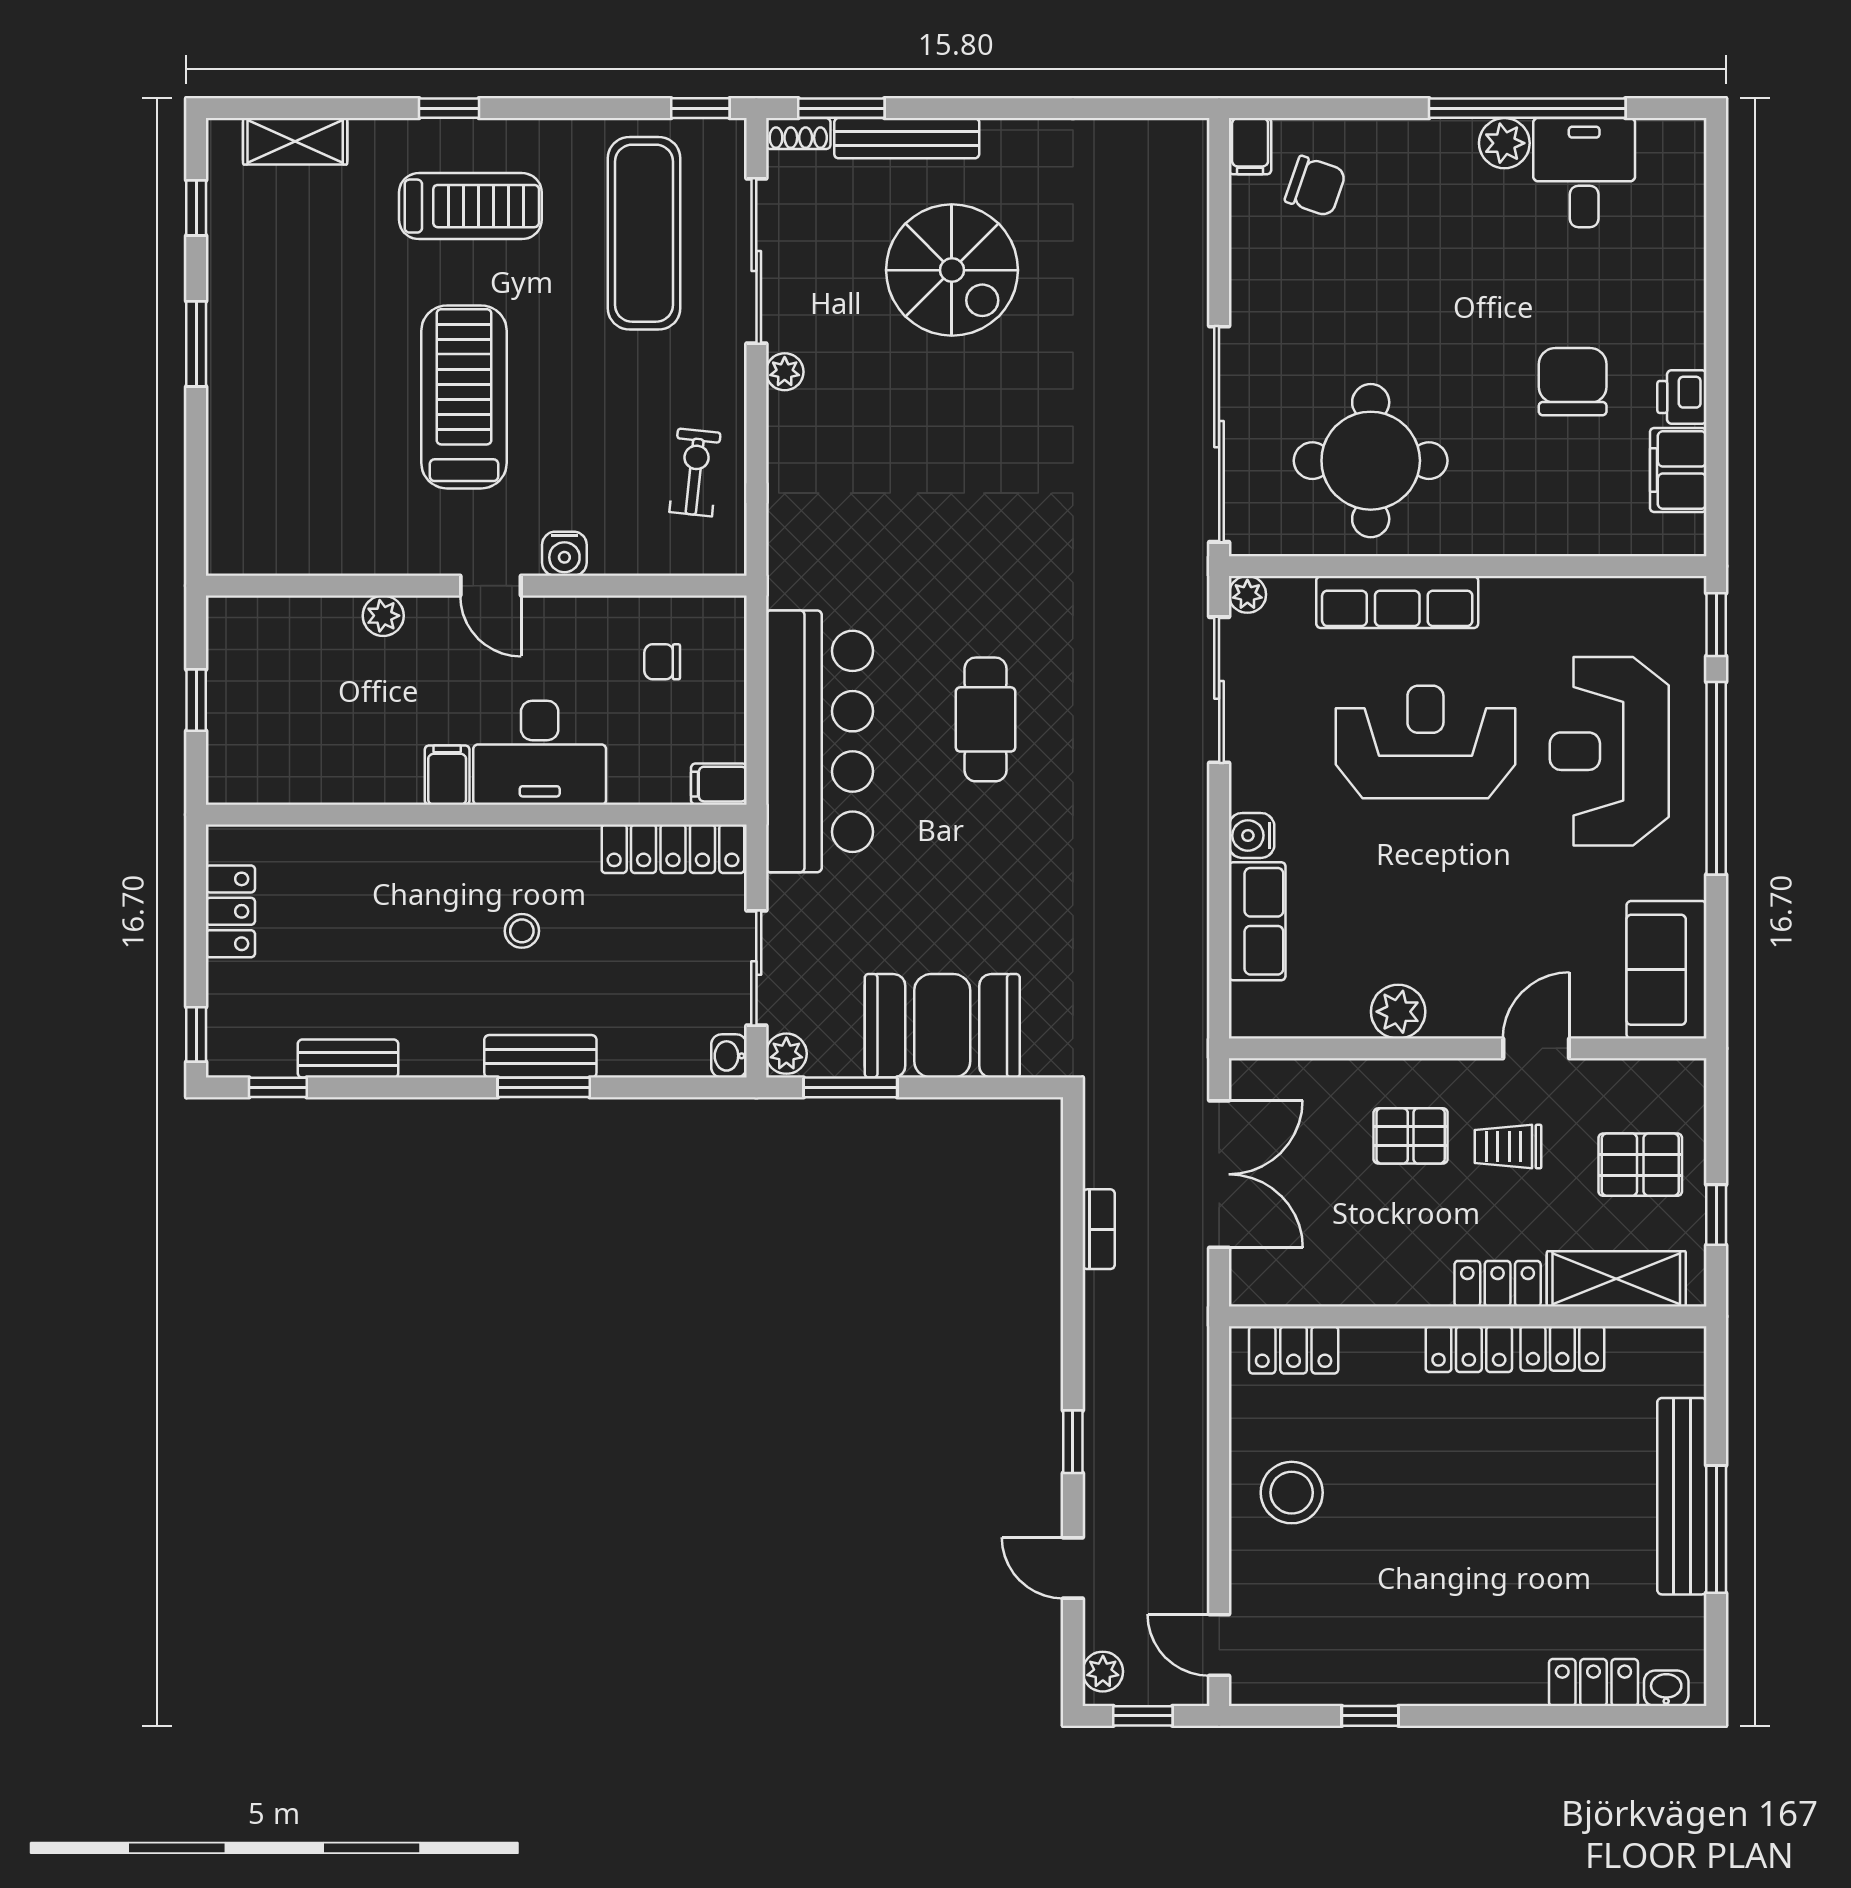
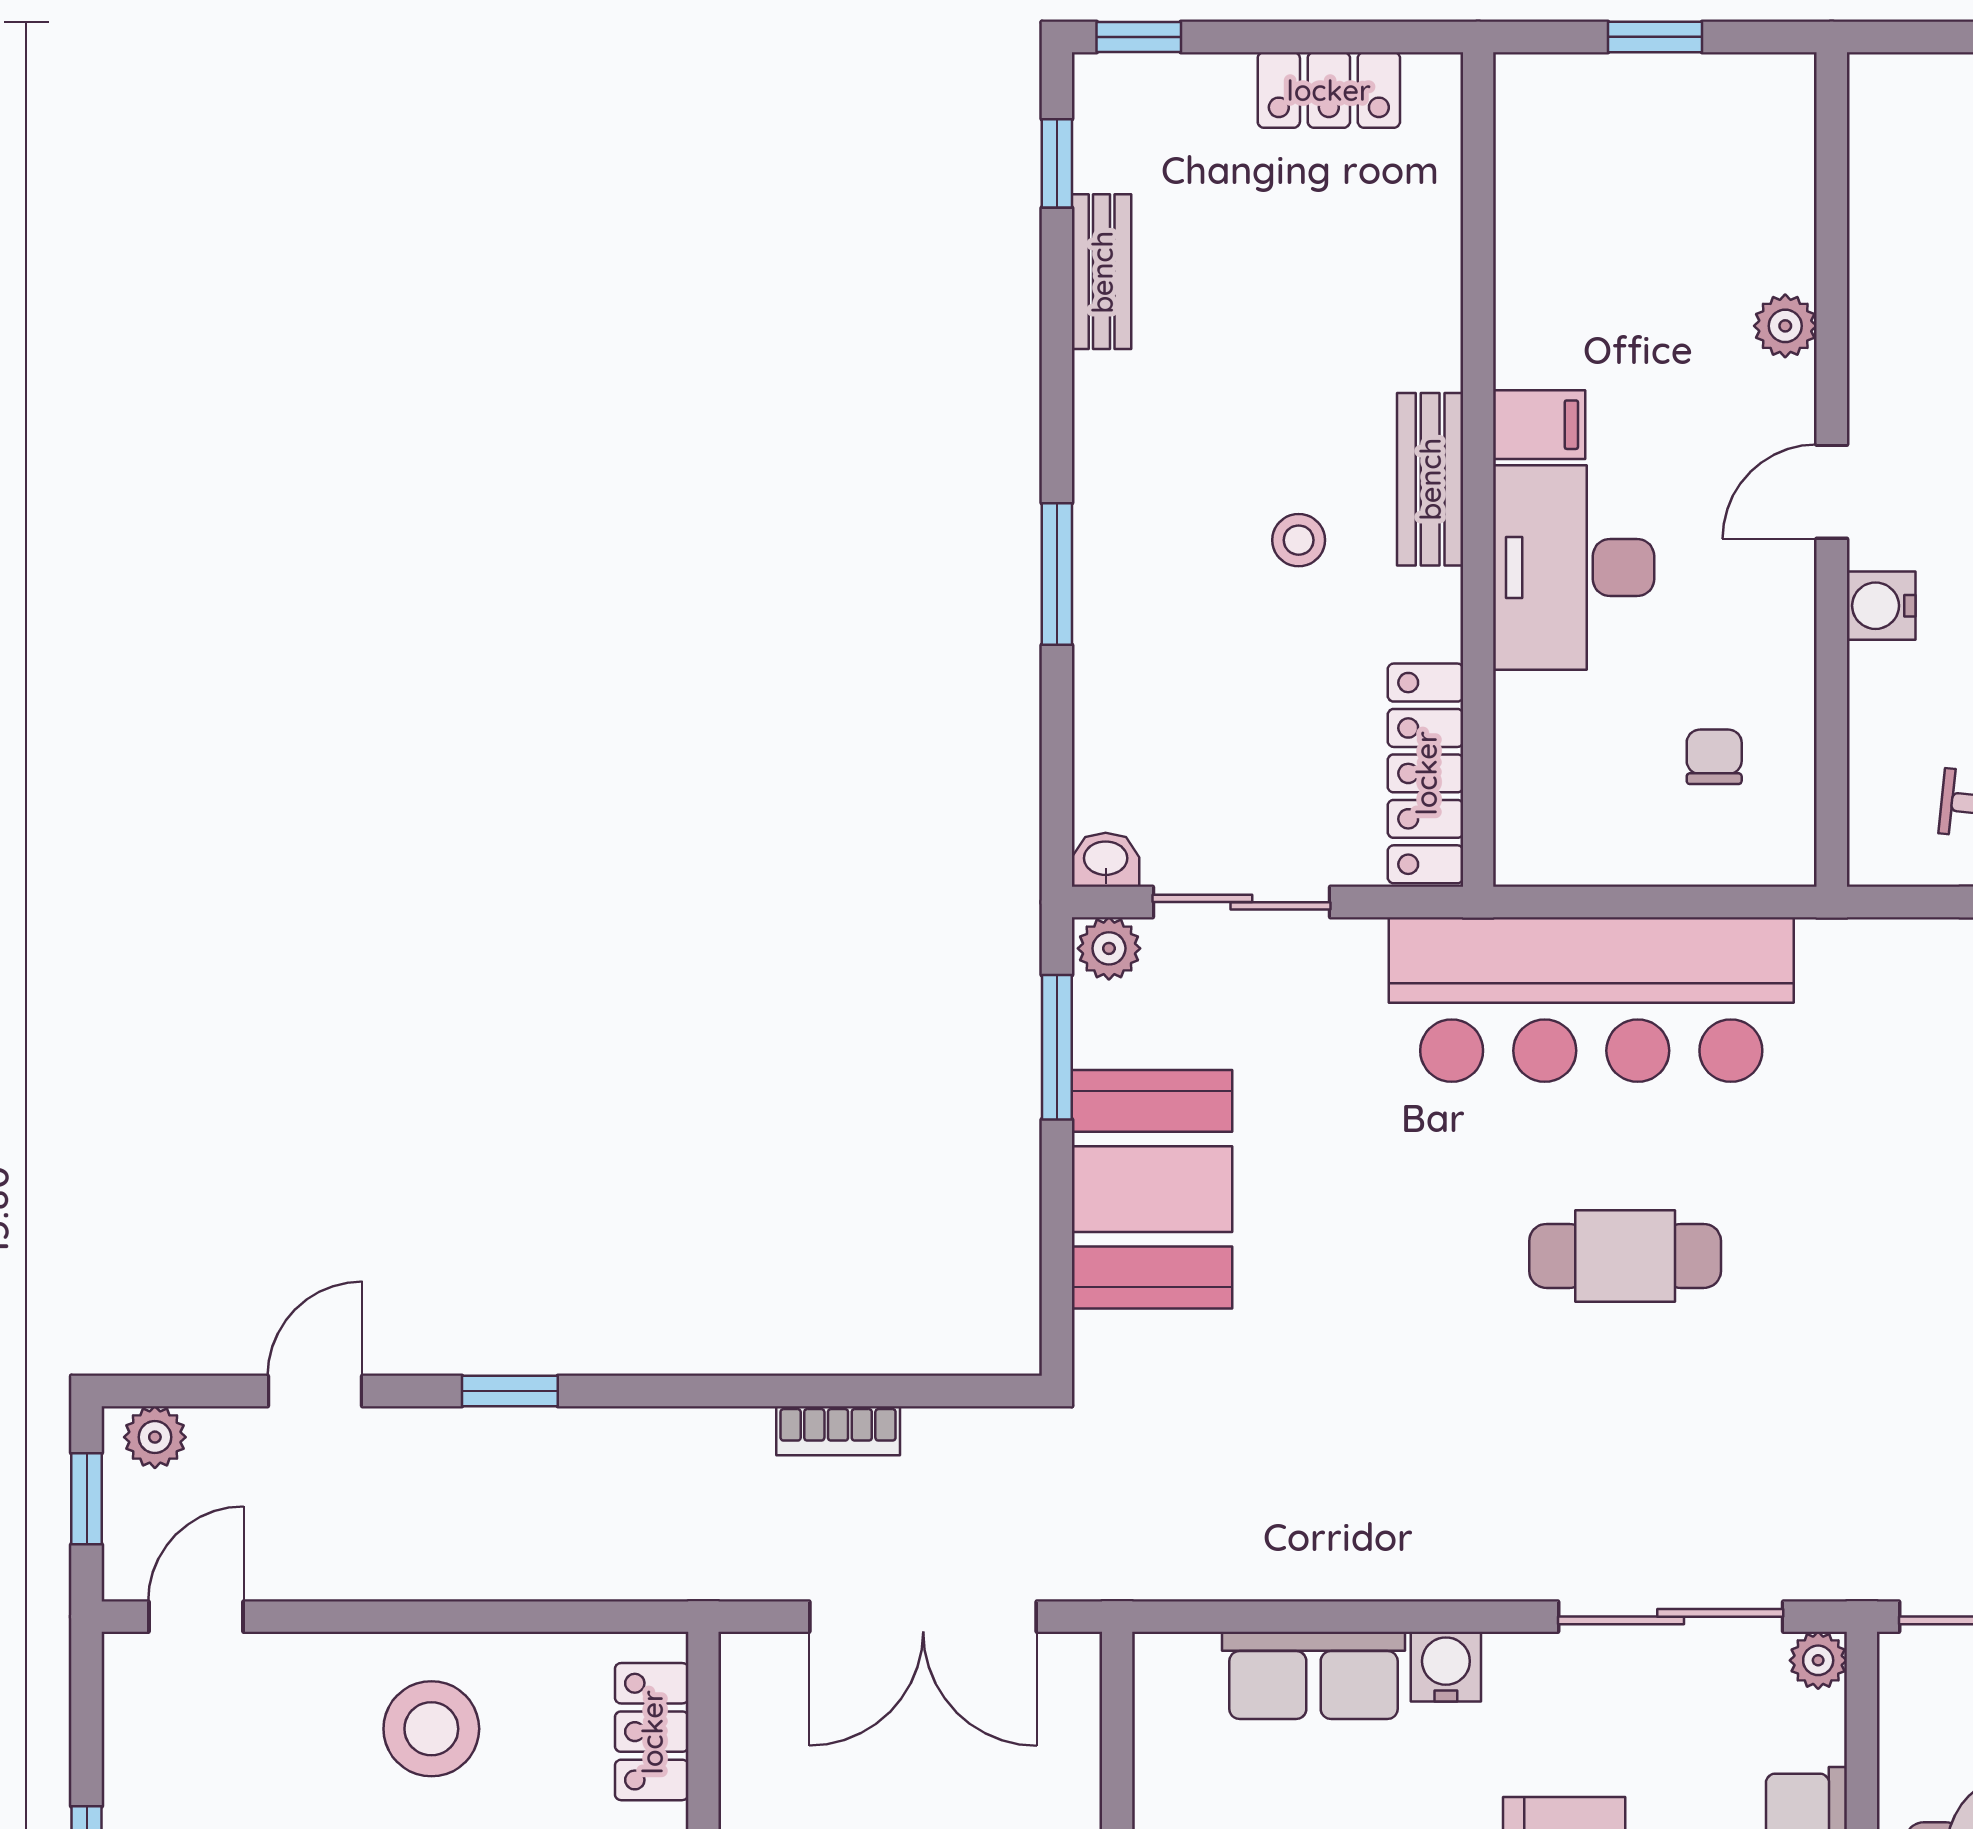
filing cabinet: (719, 784) -> (1525, 844), removed
bench: (540, 1056) -> (1430, 479), moved

